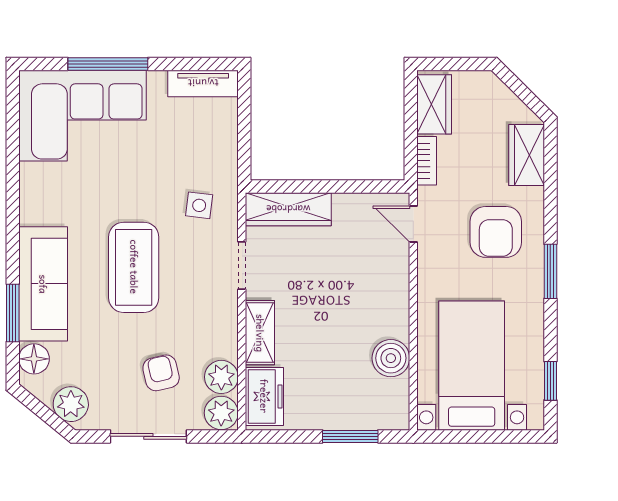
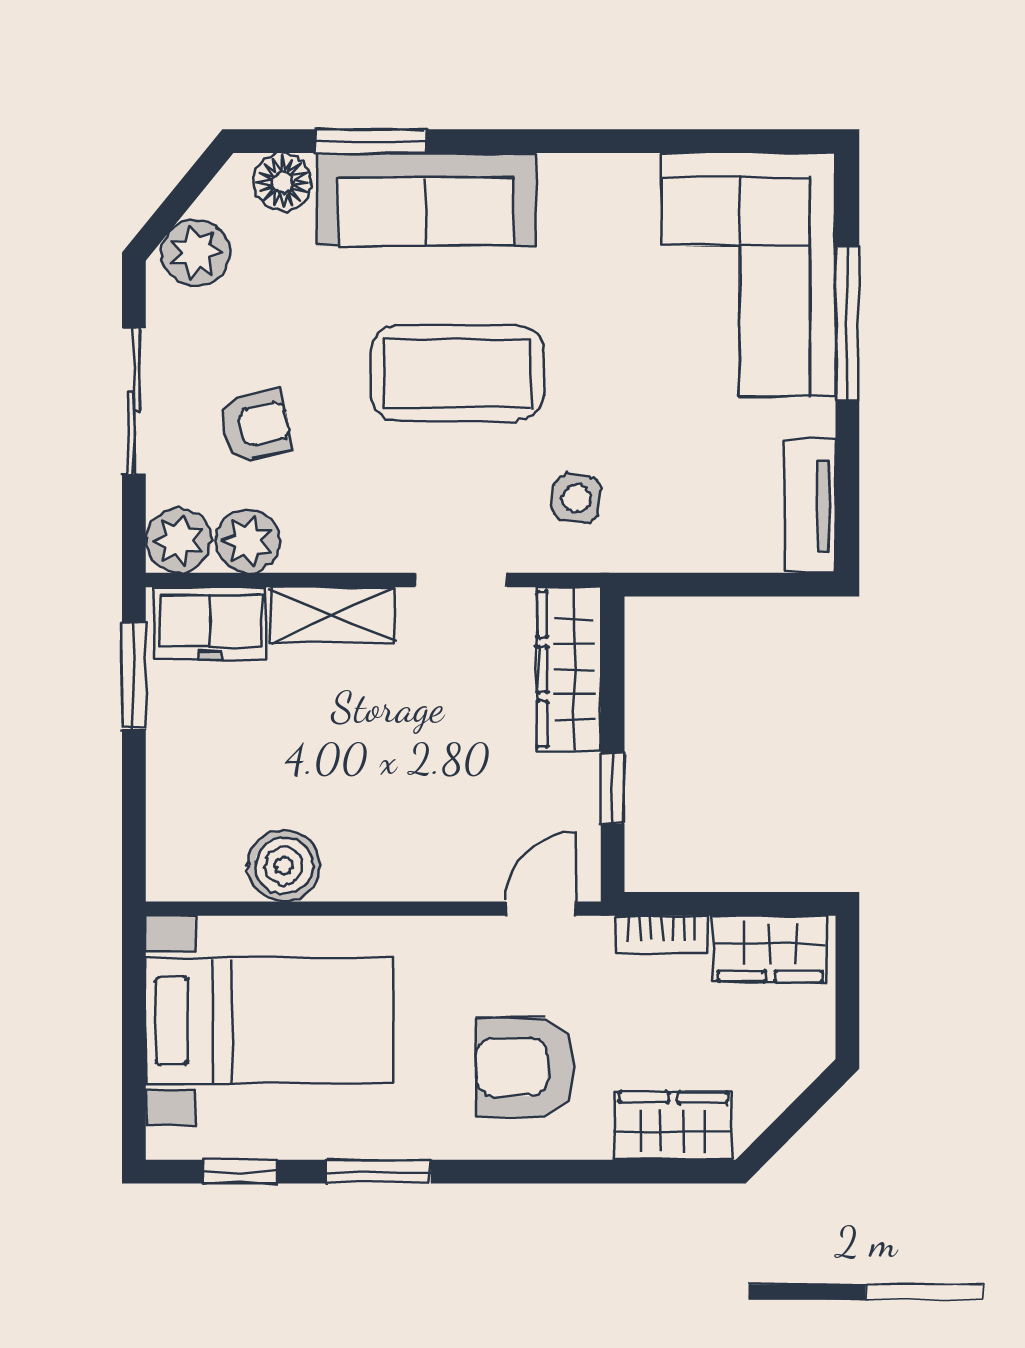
window: (350, 186) -> (613, 788), added
window: (550, 271) -> (378, 1172), moved
window: (350, 436) -> (134, 676), moved

